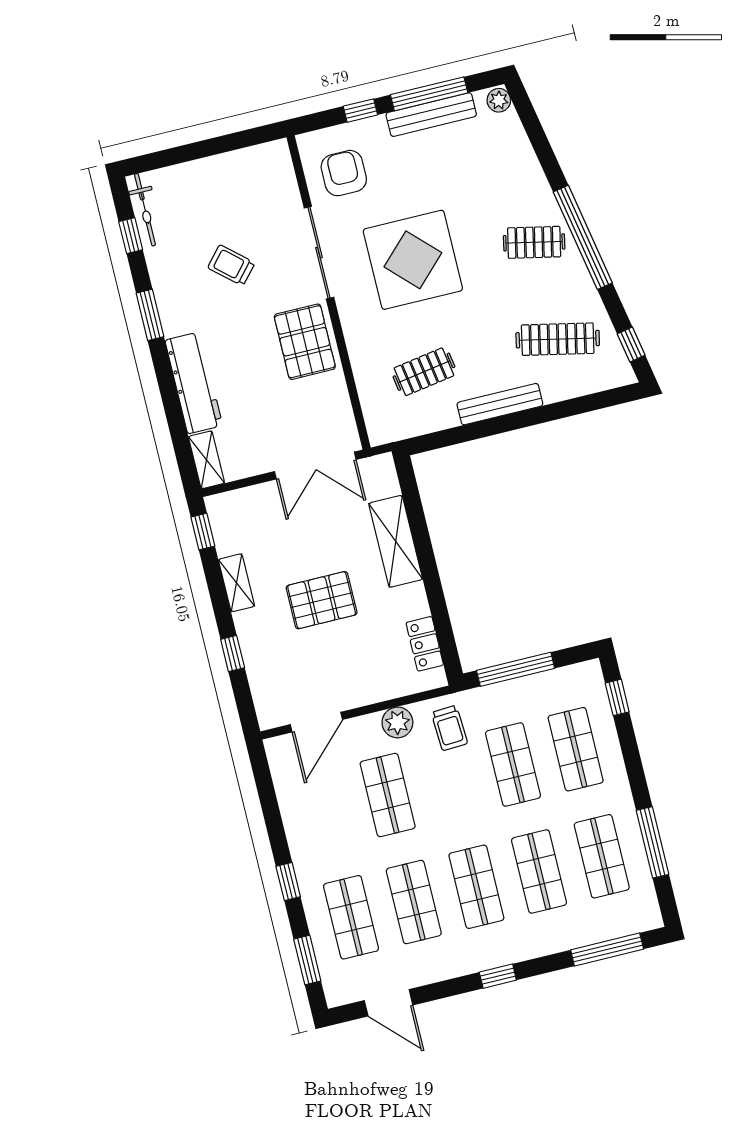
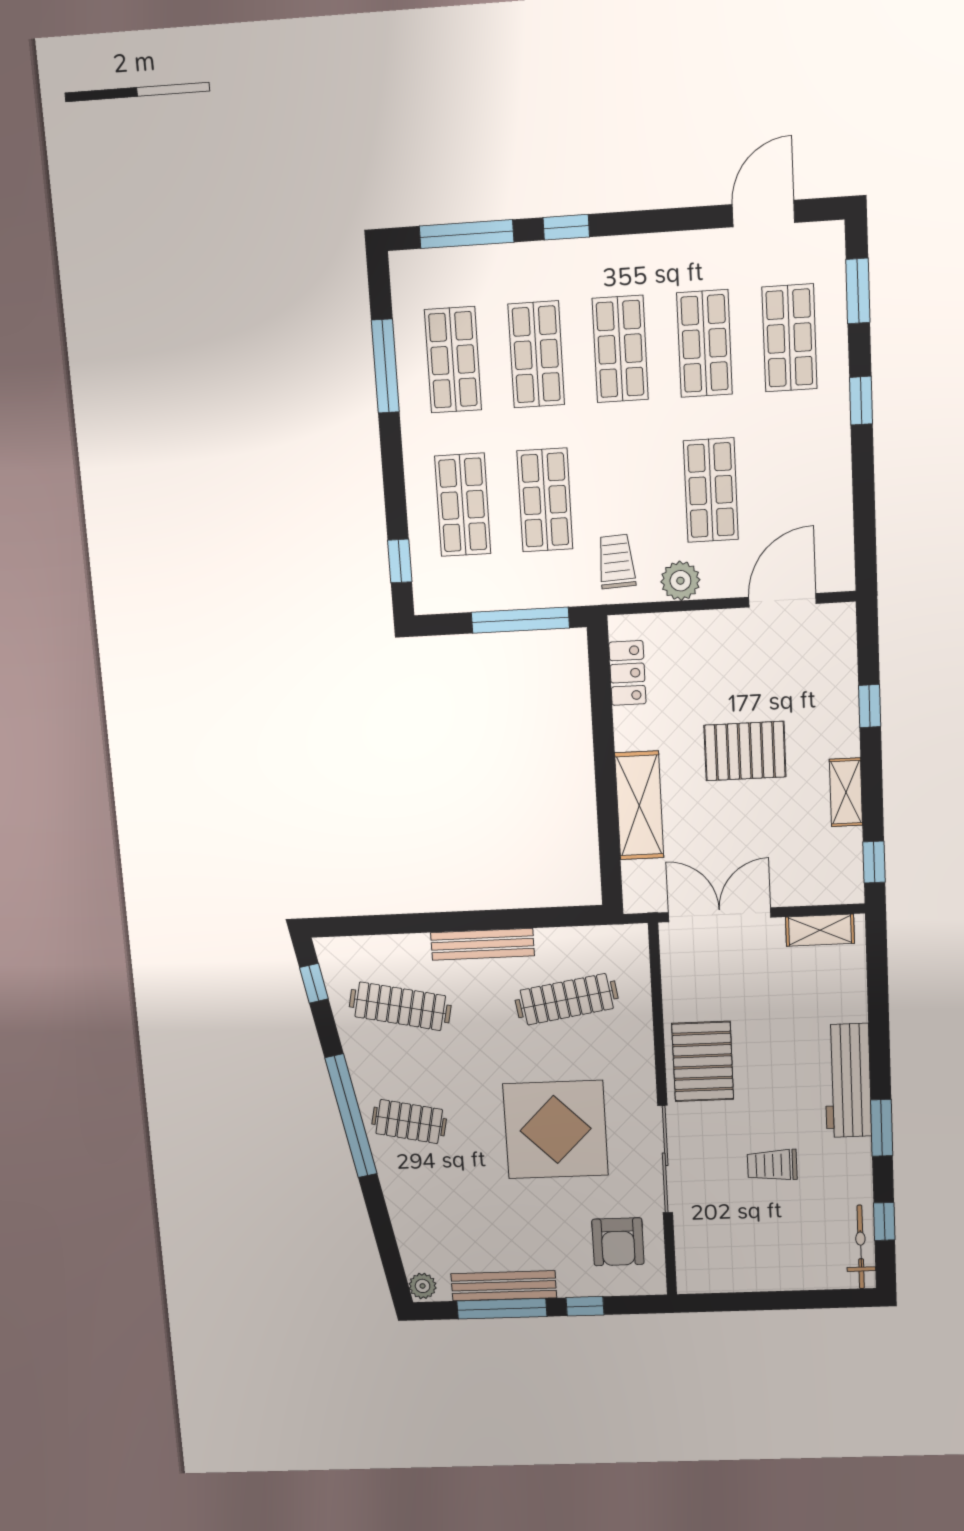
trolley: (231, 265) -> (772, 1165), turned 139
clothes rail: (424, 372) -> (567, 999), width x1.36
workbench: (194, 383) -> (848, 1081), moved
shelving: (206, 460) -> (820, 930), moved, turned 90
window: (498, 976) -> (566, 227), moved
door: (389, 1003) -> (763, 214), hinge flipped

